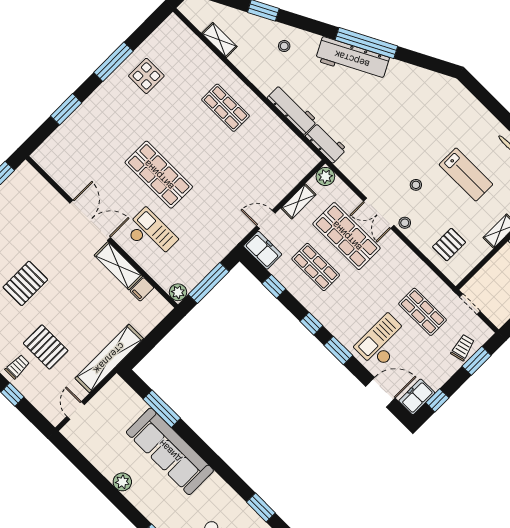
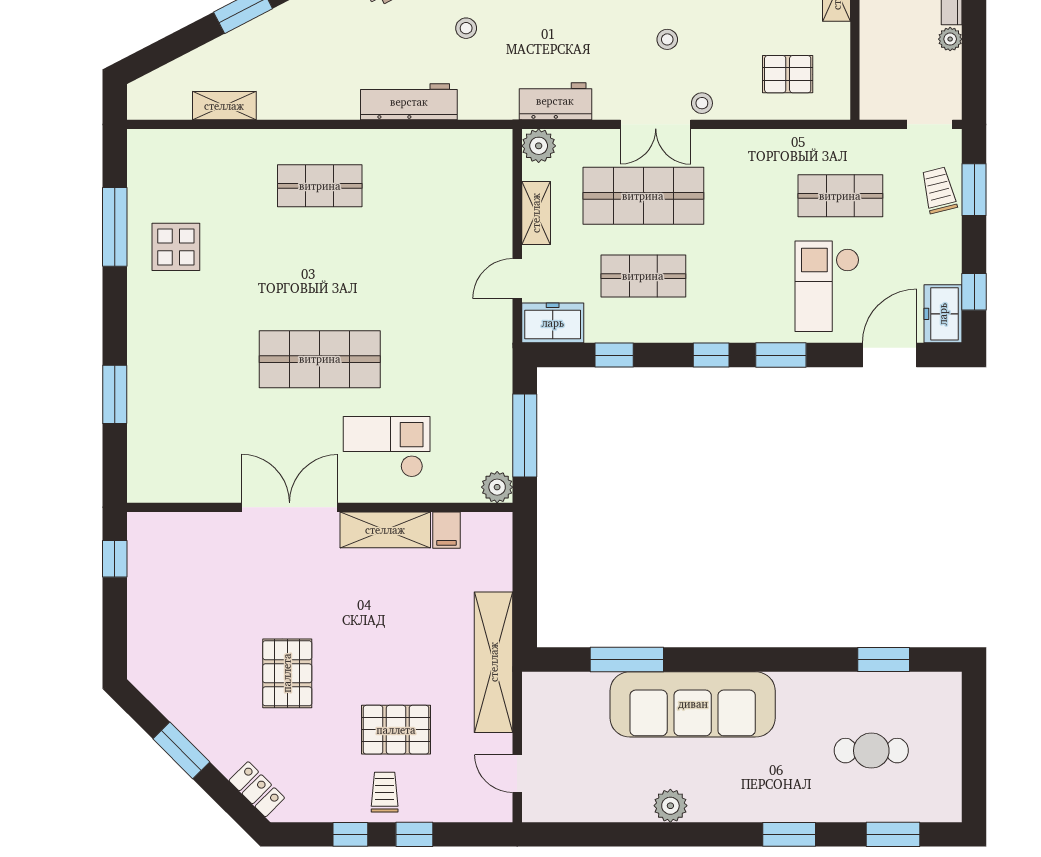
stool: (284, 46) -> (466, 28), moved
window: (113, 62) -> (115, 227), moved
workbench: (326, 143) -> (555, 101), moved
pallet: (449, 245) -> (788, 74), turned 90
doorway: (470, 304) -> (930, 124), moved

